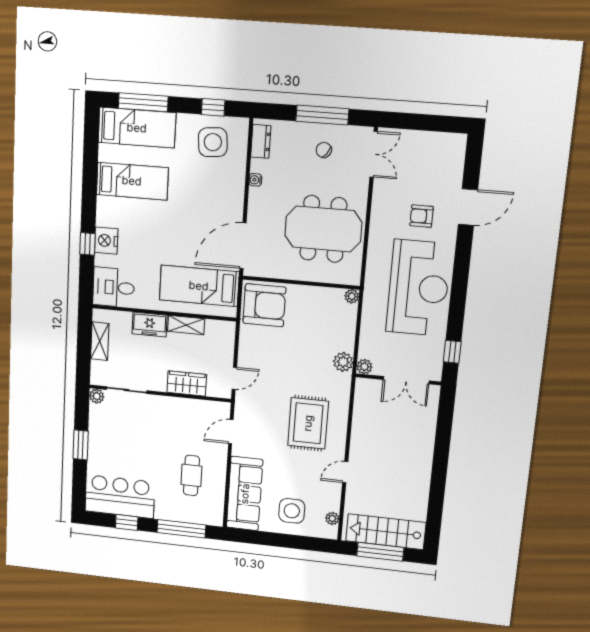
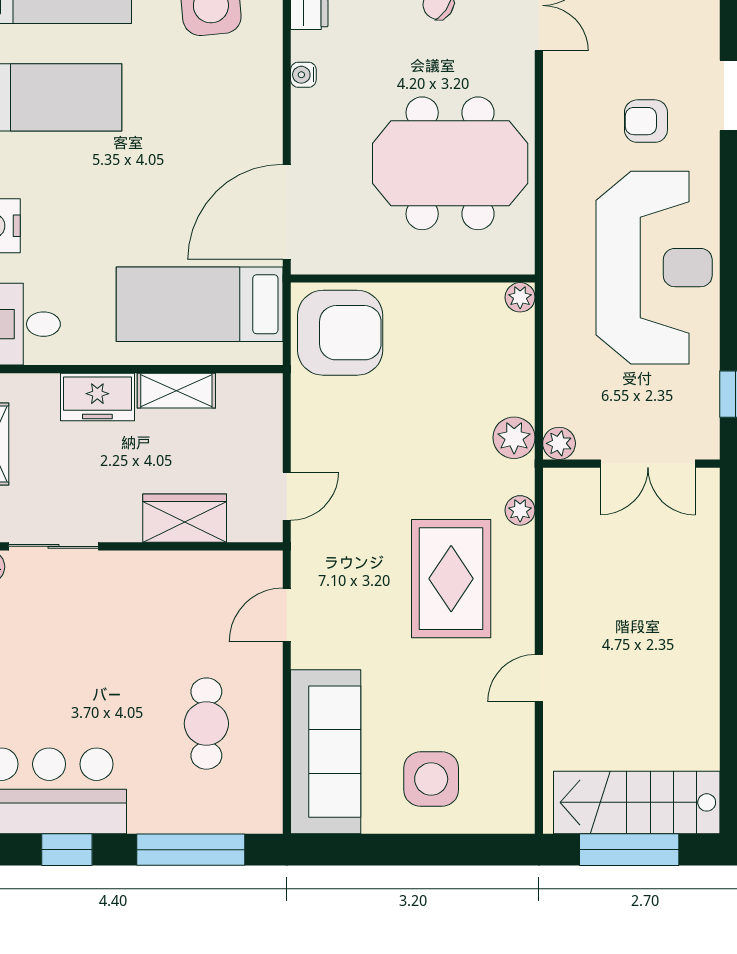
plant: (332, 519) -> (520, 510), moved

